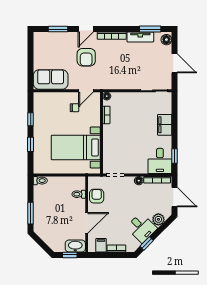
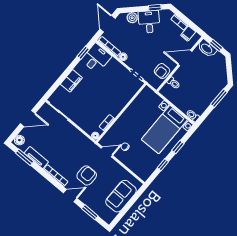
door: (175, 63) -> (28, 118), swing flipped
sofa: (51, 80) -> (121, 196), moved, turned 90
bed with nightstands: (76, 147) -> (164, 130), moved, turned 90

